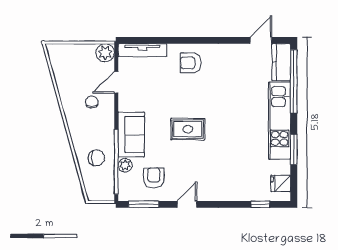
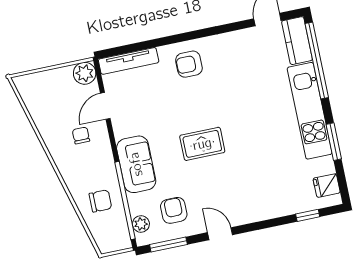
plant: (125, 165) -> (141, 224), moved
door: (187, 204) -> (220, 234), hinge flipped

